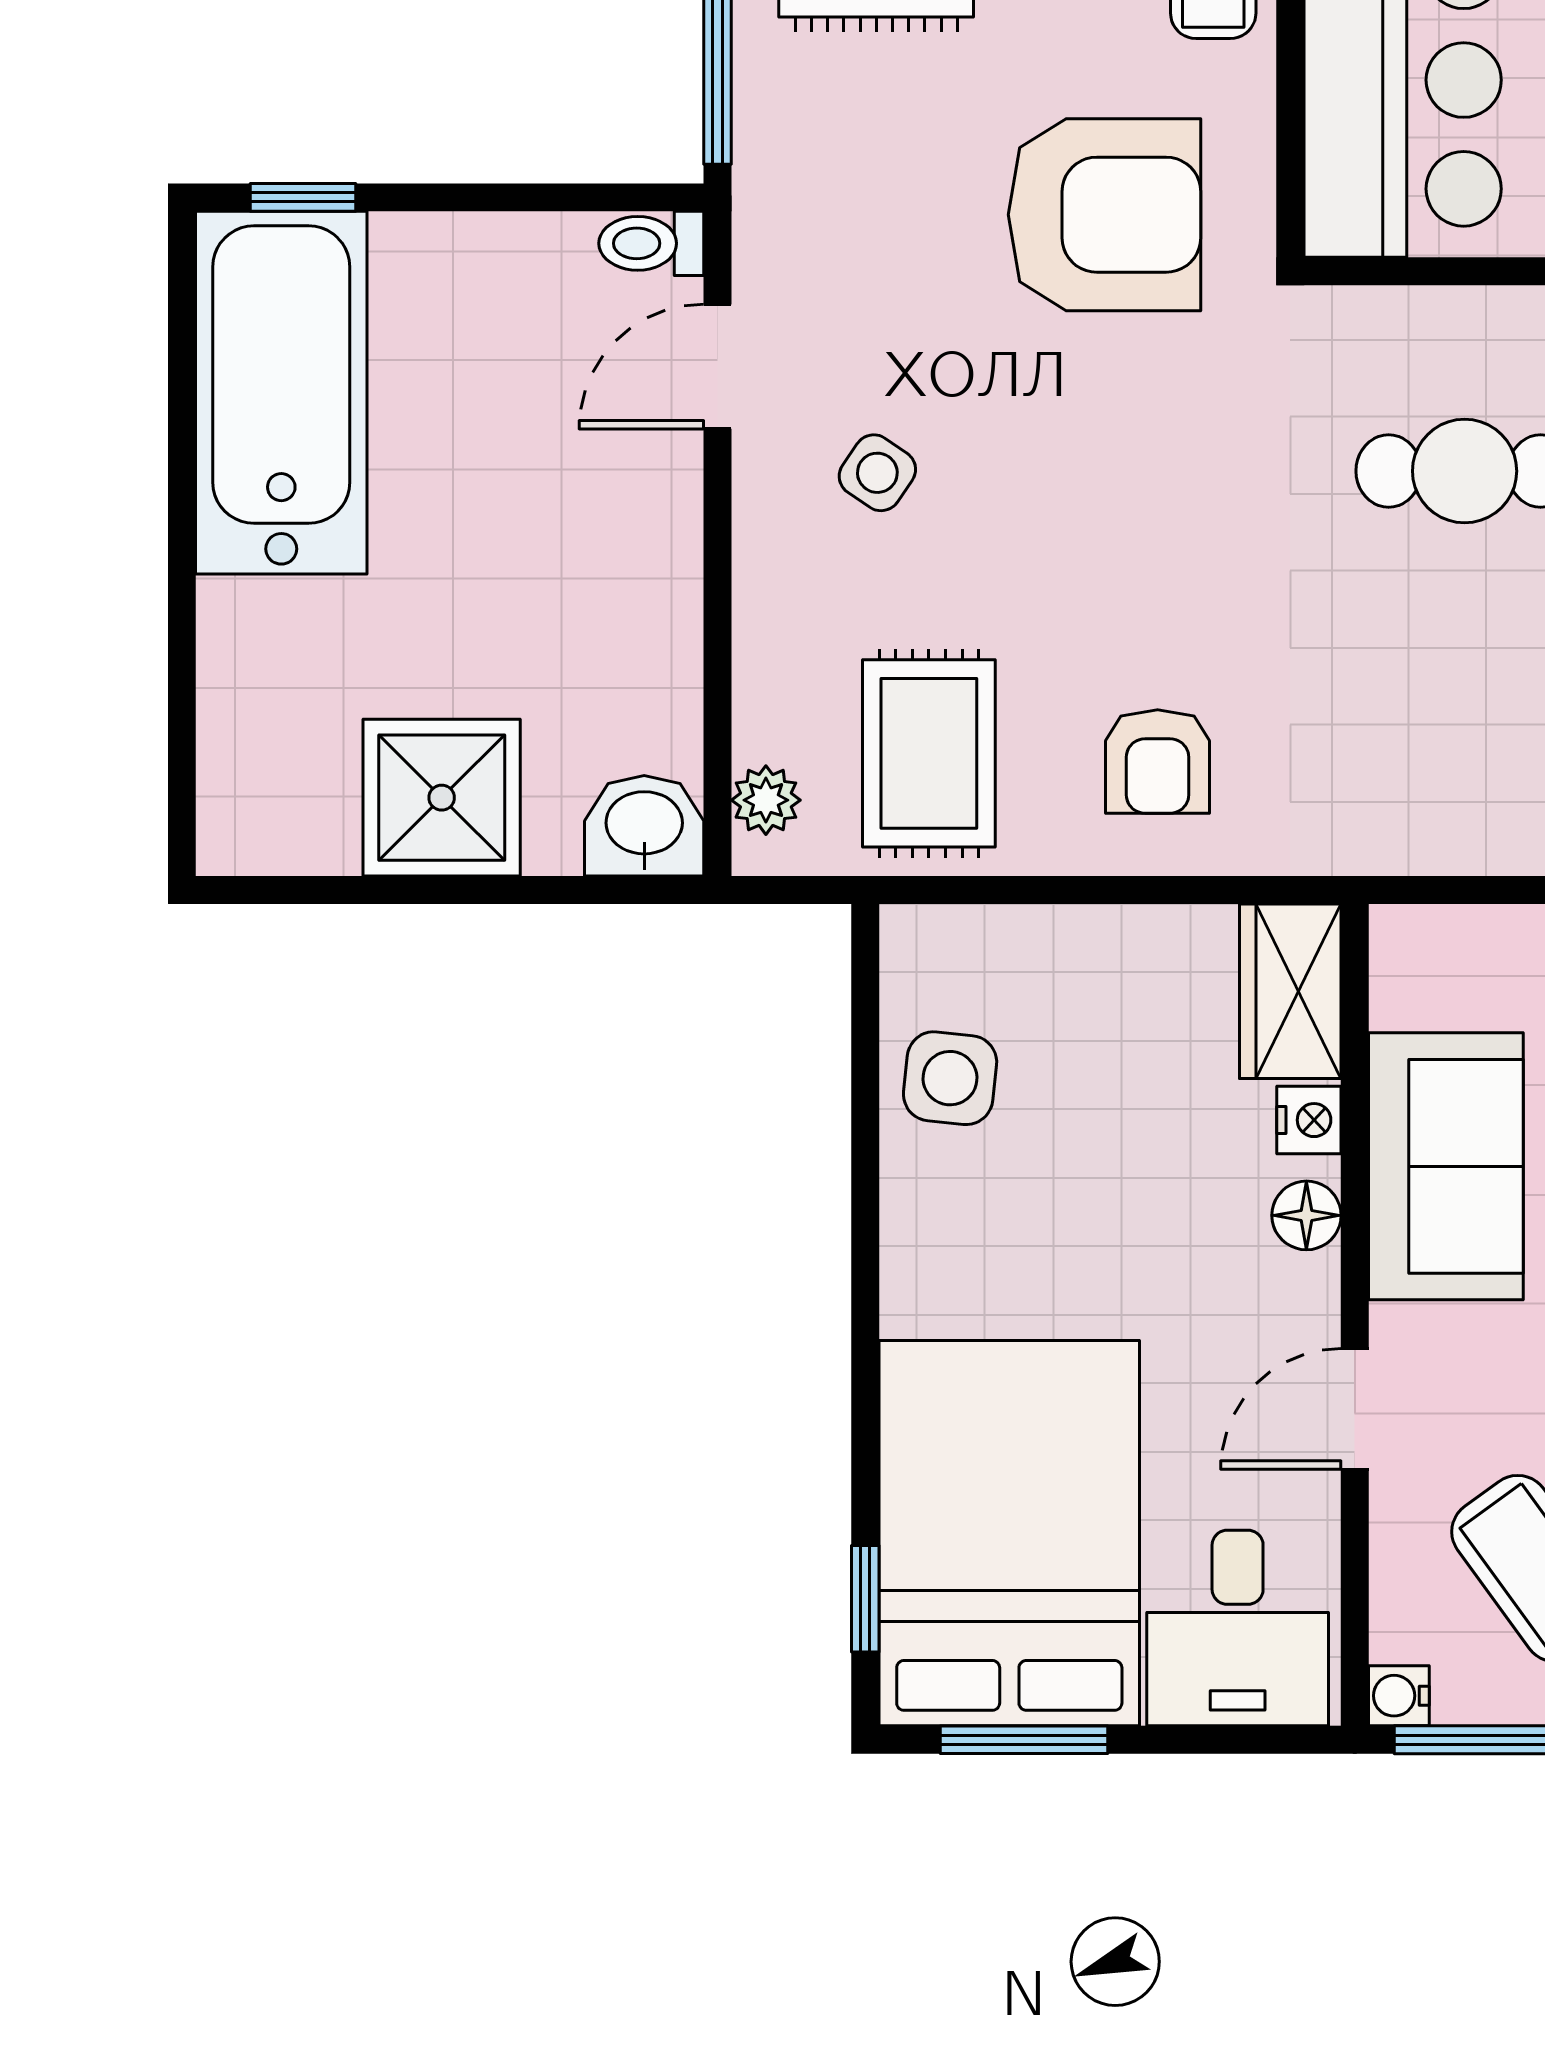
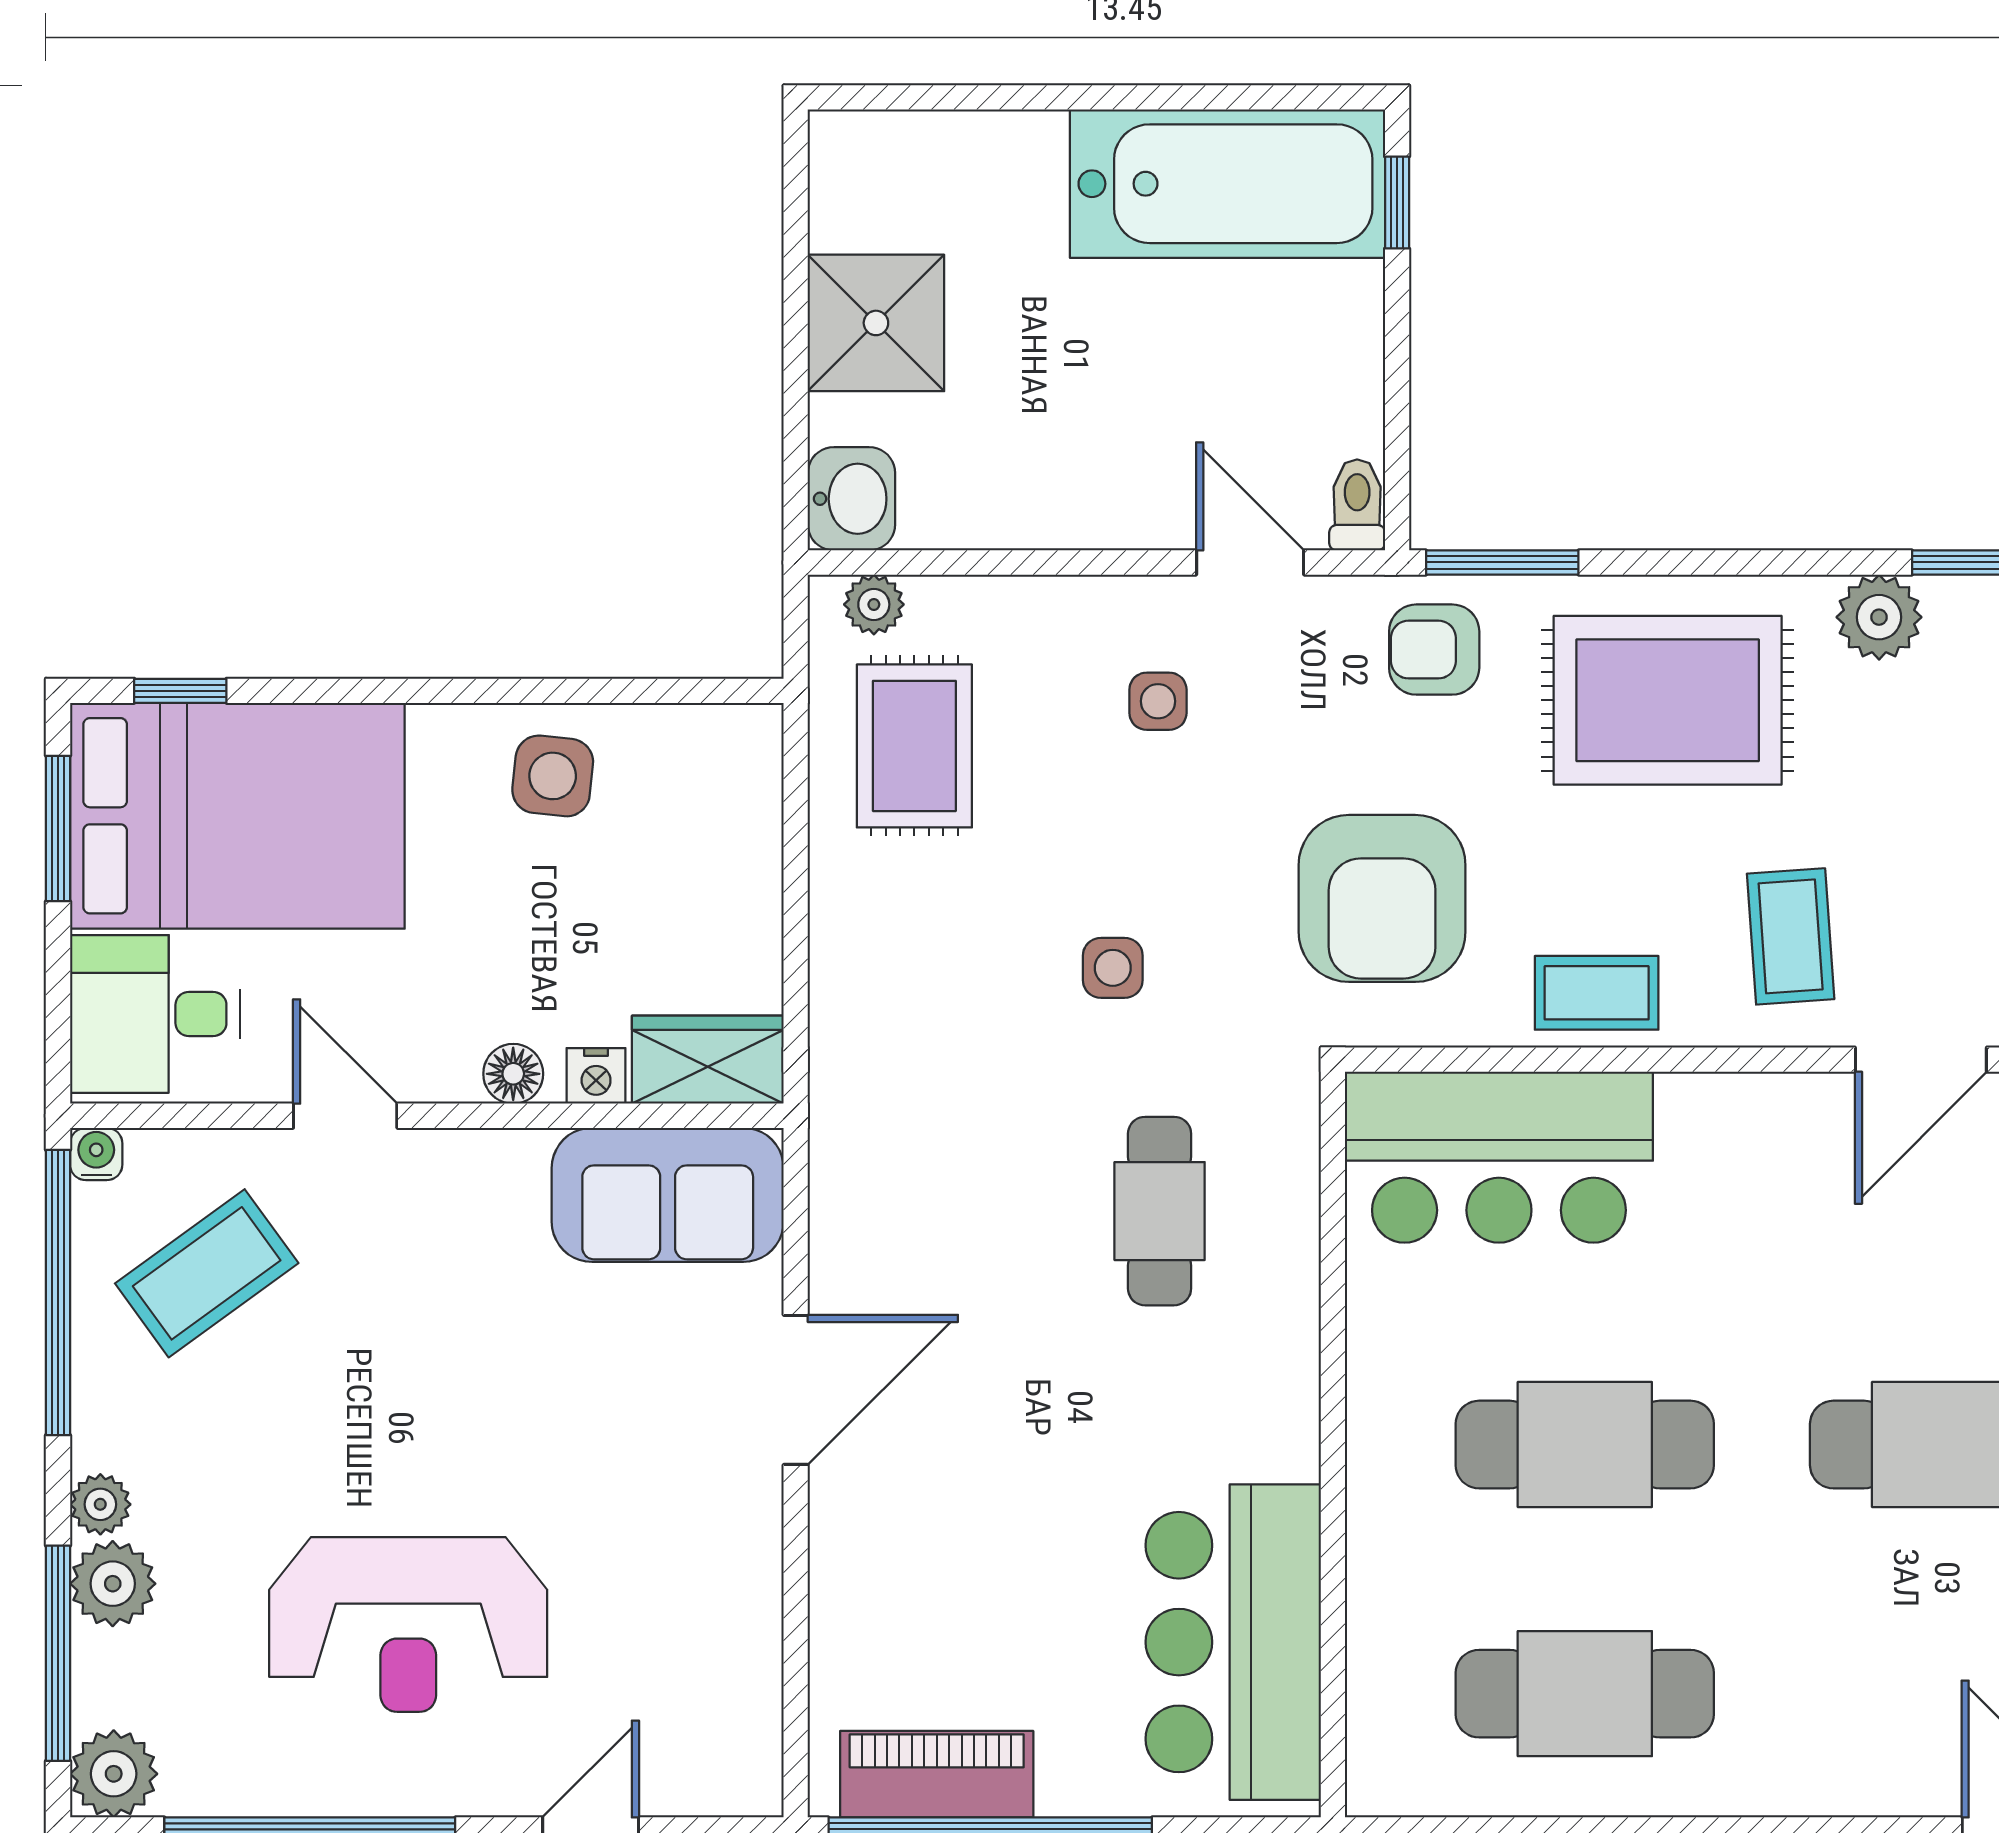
side table: (877, 473) -> (1158, 701), turned -34
side table: (1184, 525) -> (1113, 968), added
rug: (929, 753) -> (914, 746), turned 90
armchair: (1158, 761) -> (1434, 650), moved
side table: (950, 1078) -> (553, 776), moved
sofa: (1446, 1166) -> (668, 1195), moved

